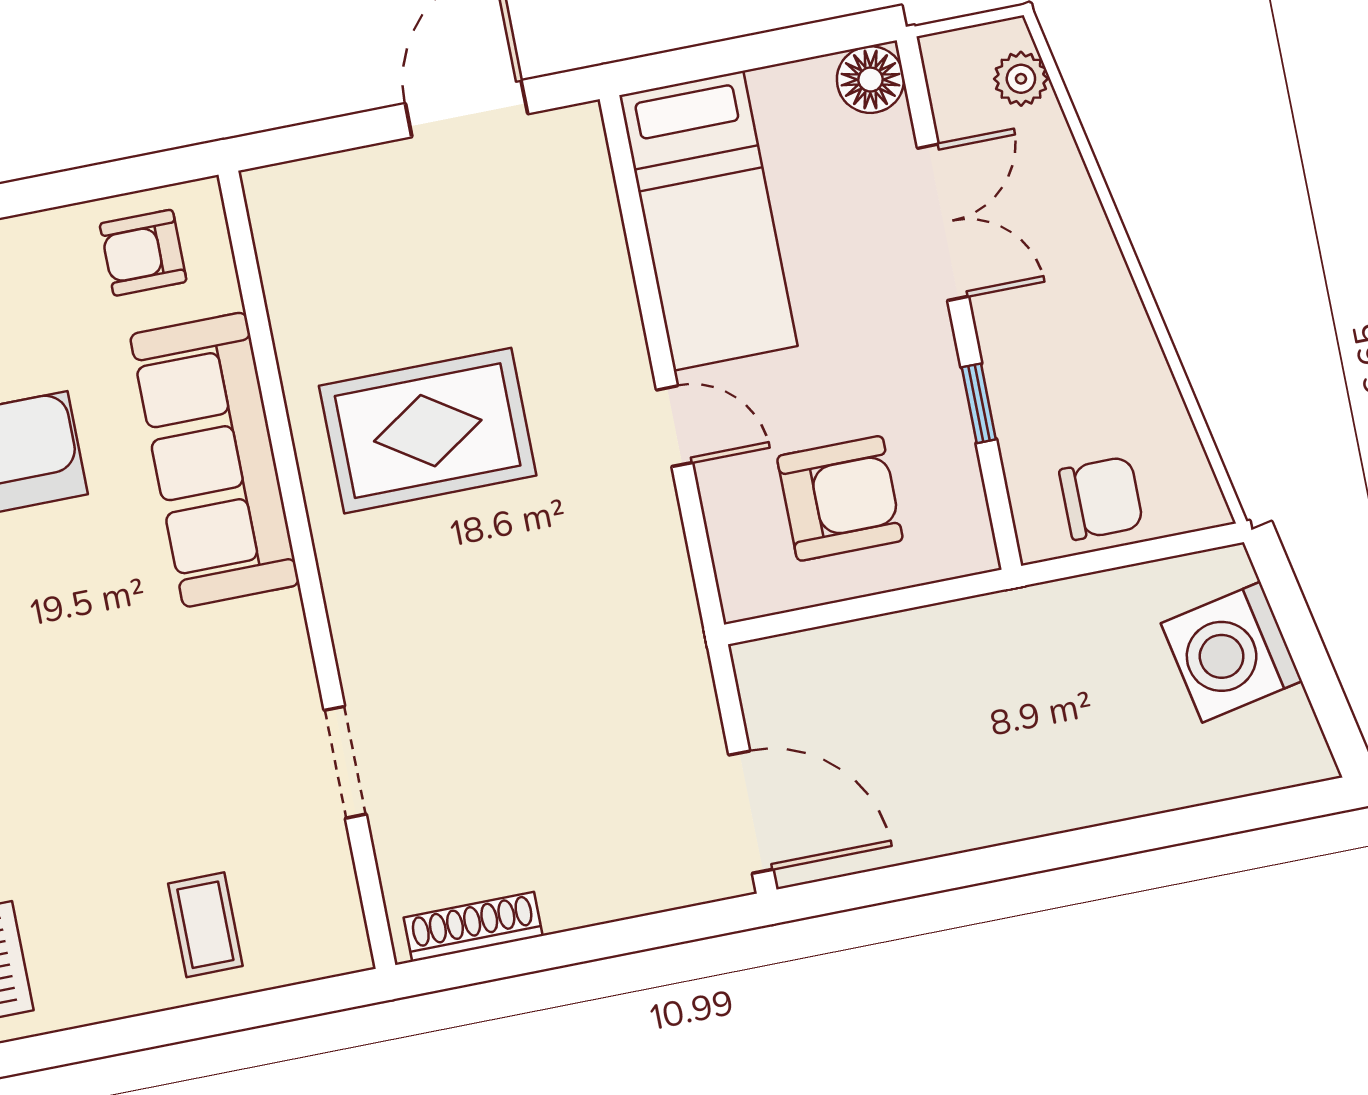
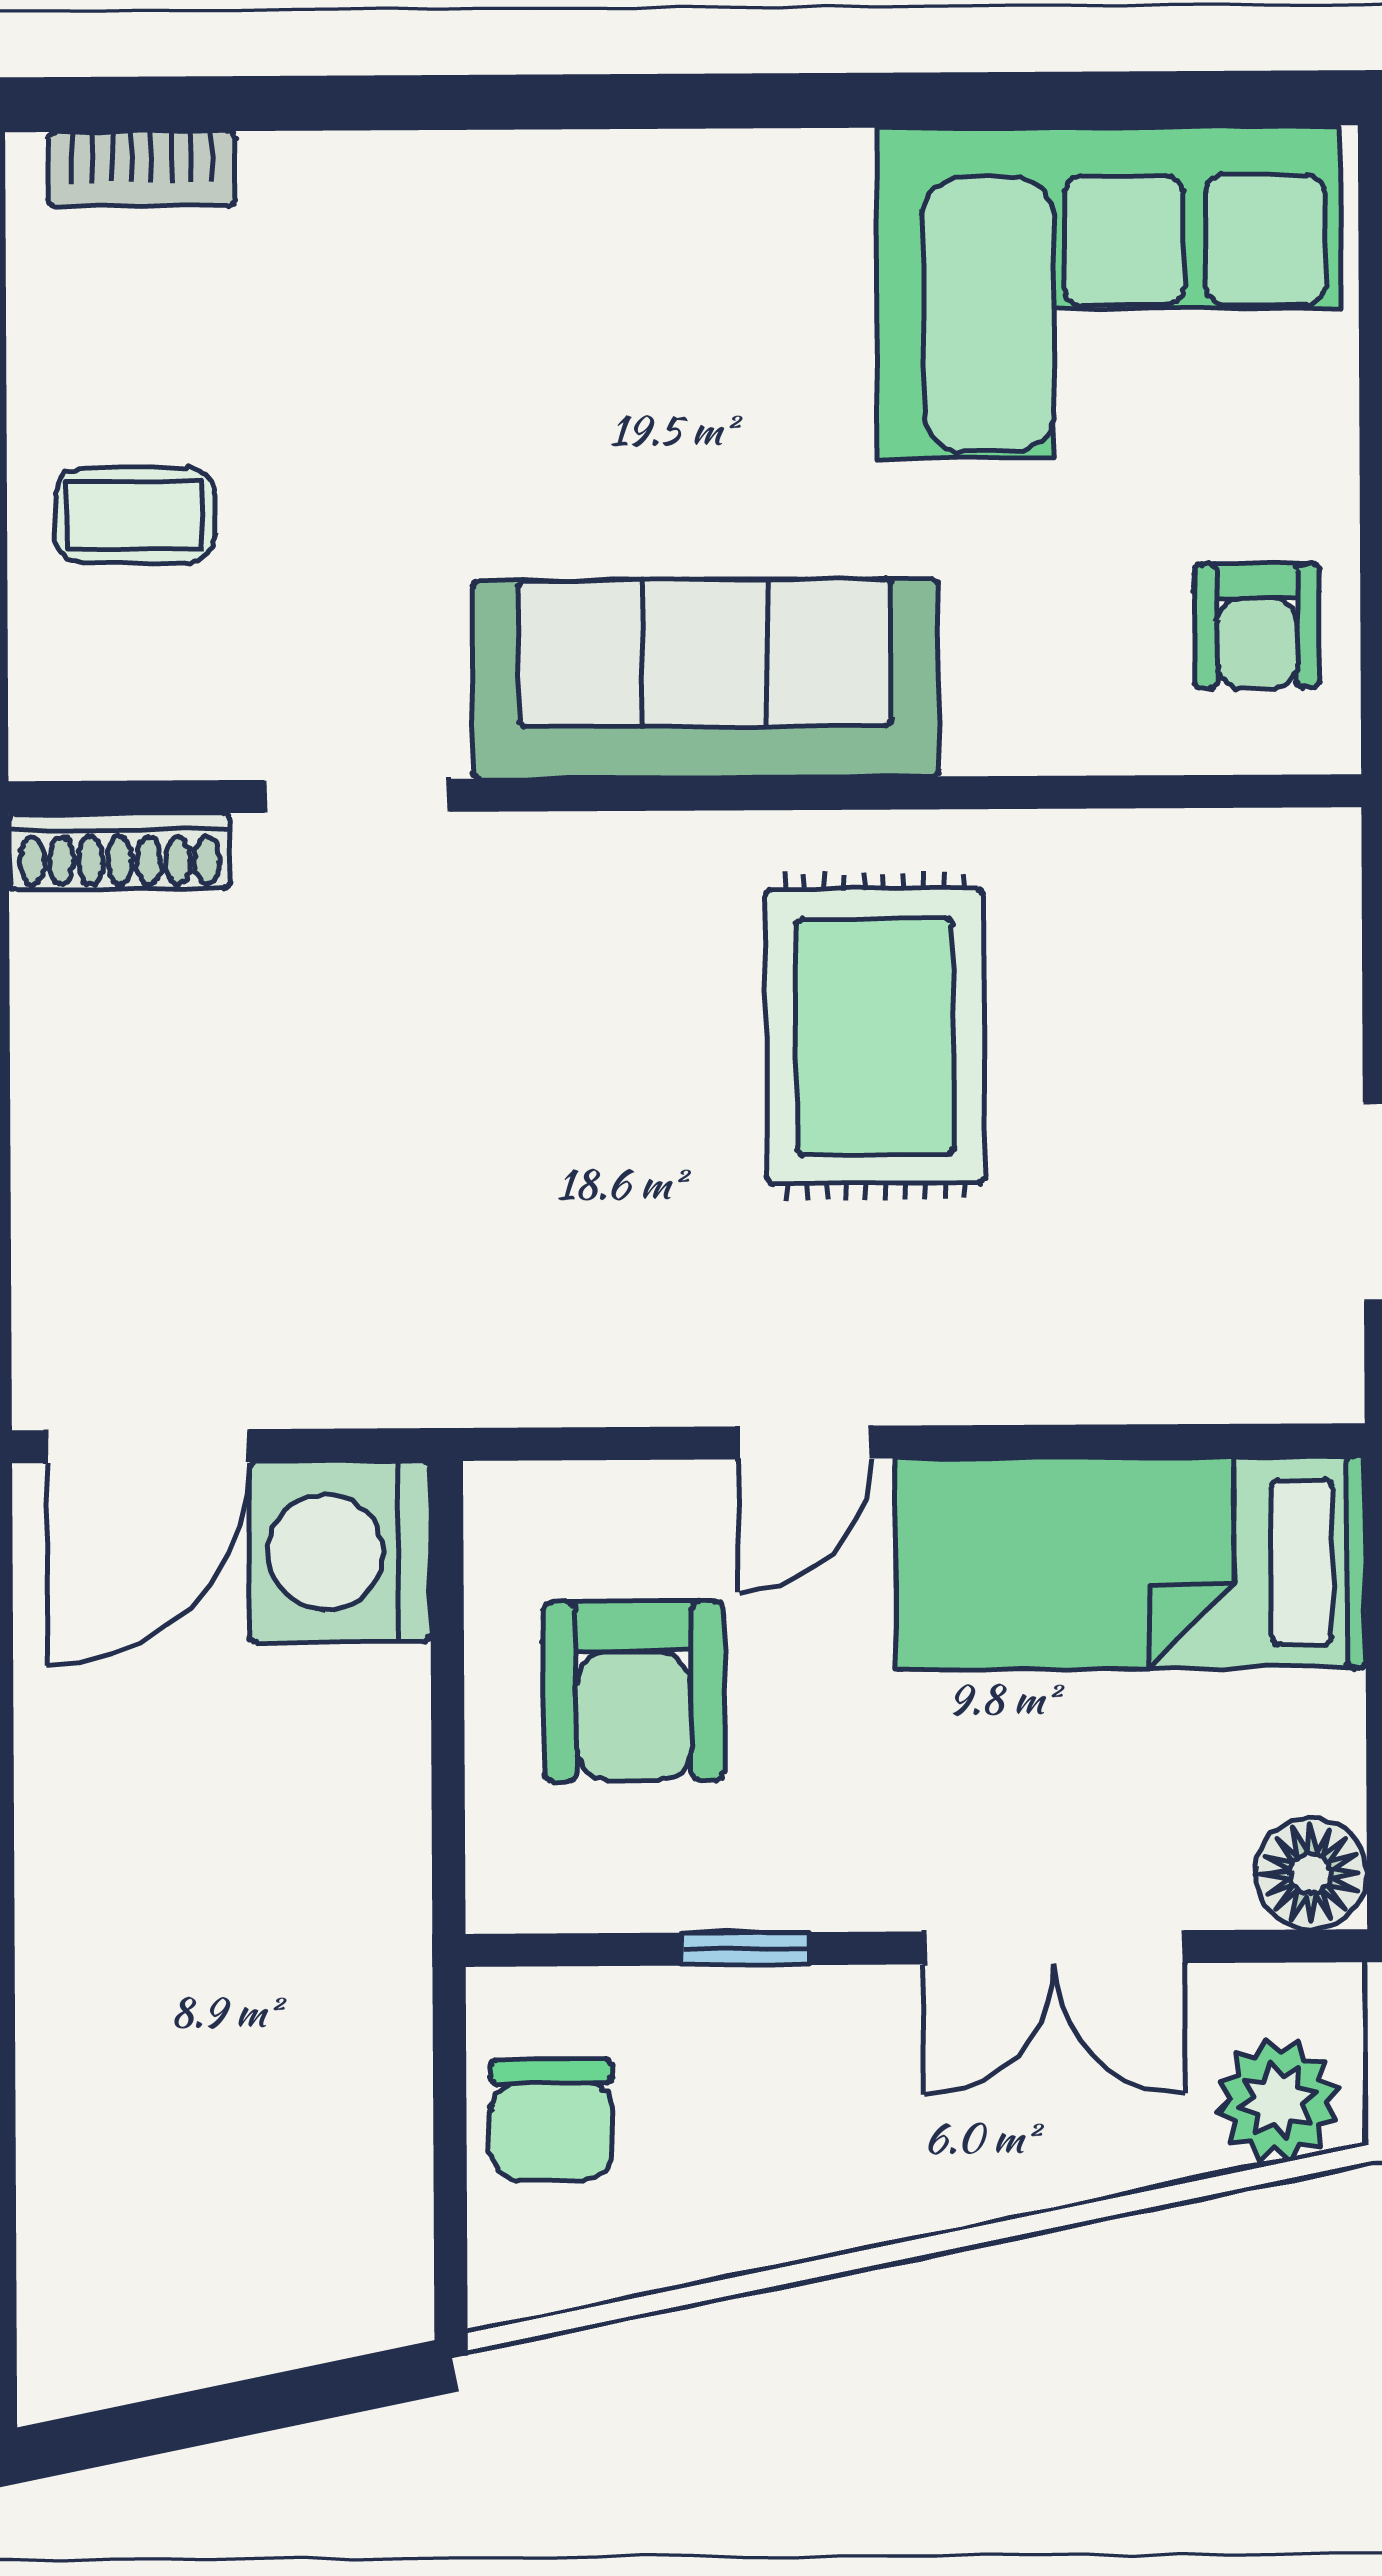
plant: (1021, 79) -> (1278, 2101), width x1.38, depth x1.38
armchair: (143, 253) -> (1257, 626), turned 180
sofa: (215, 460) -> (706, 679), moved
washing machine: (1232, 652) -> (340, 1552), moved, turned -78
shoe rack: (473, 927) -> (120, 851), moved, turned 90

